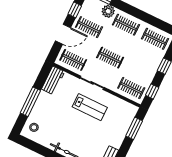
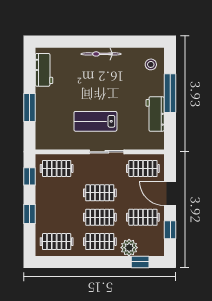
door: (63, 34) -> (170, 193), hinge flipped
clothes rail: (118, 41) -> (100, 217), added
workbench: (53, 80) -> (155, 114), moved
window: (134, 128) -> (30, 107), moved

